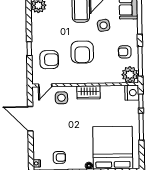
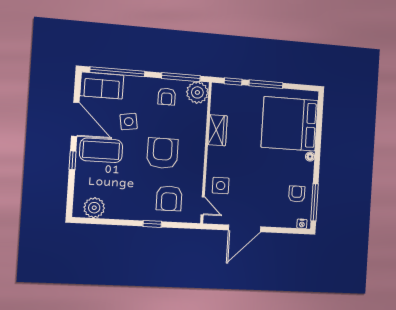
armchair: (82, 52) -> (162, 153), turned -90
armchair: (49, 60) -> (169, 198), turned 180
wardrobe: (88, 92) -> (218, 130), moved
nightstand: (132, 93) -> (221, 92), removed

